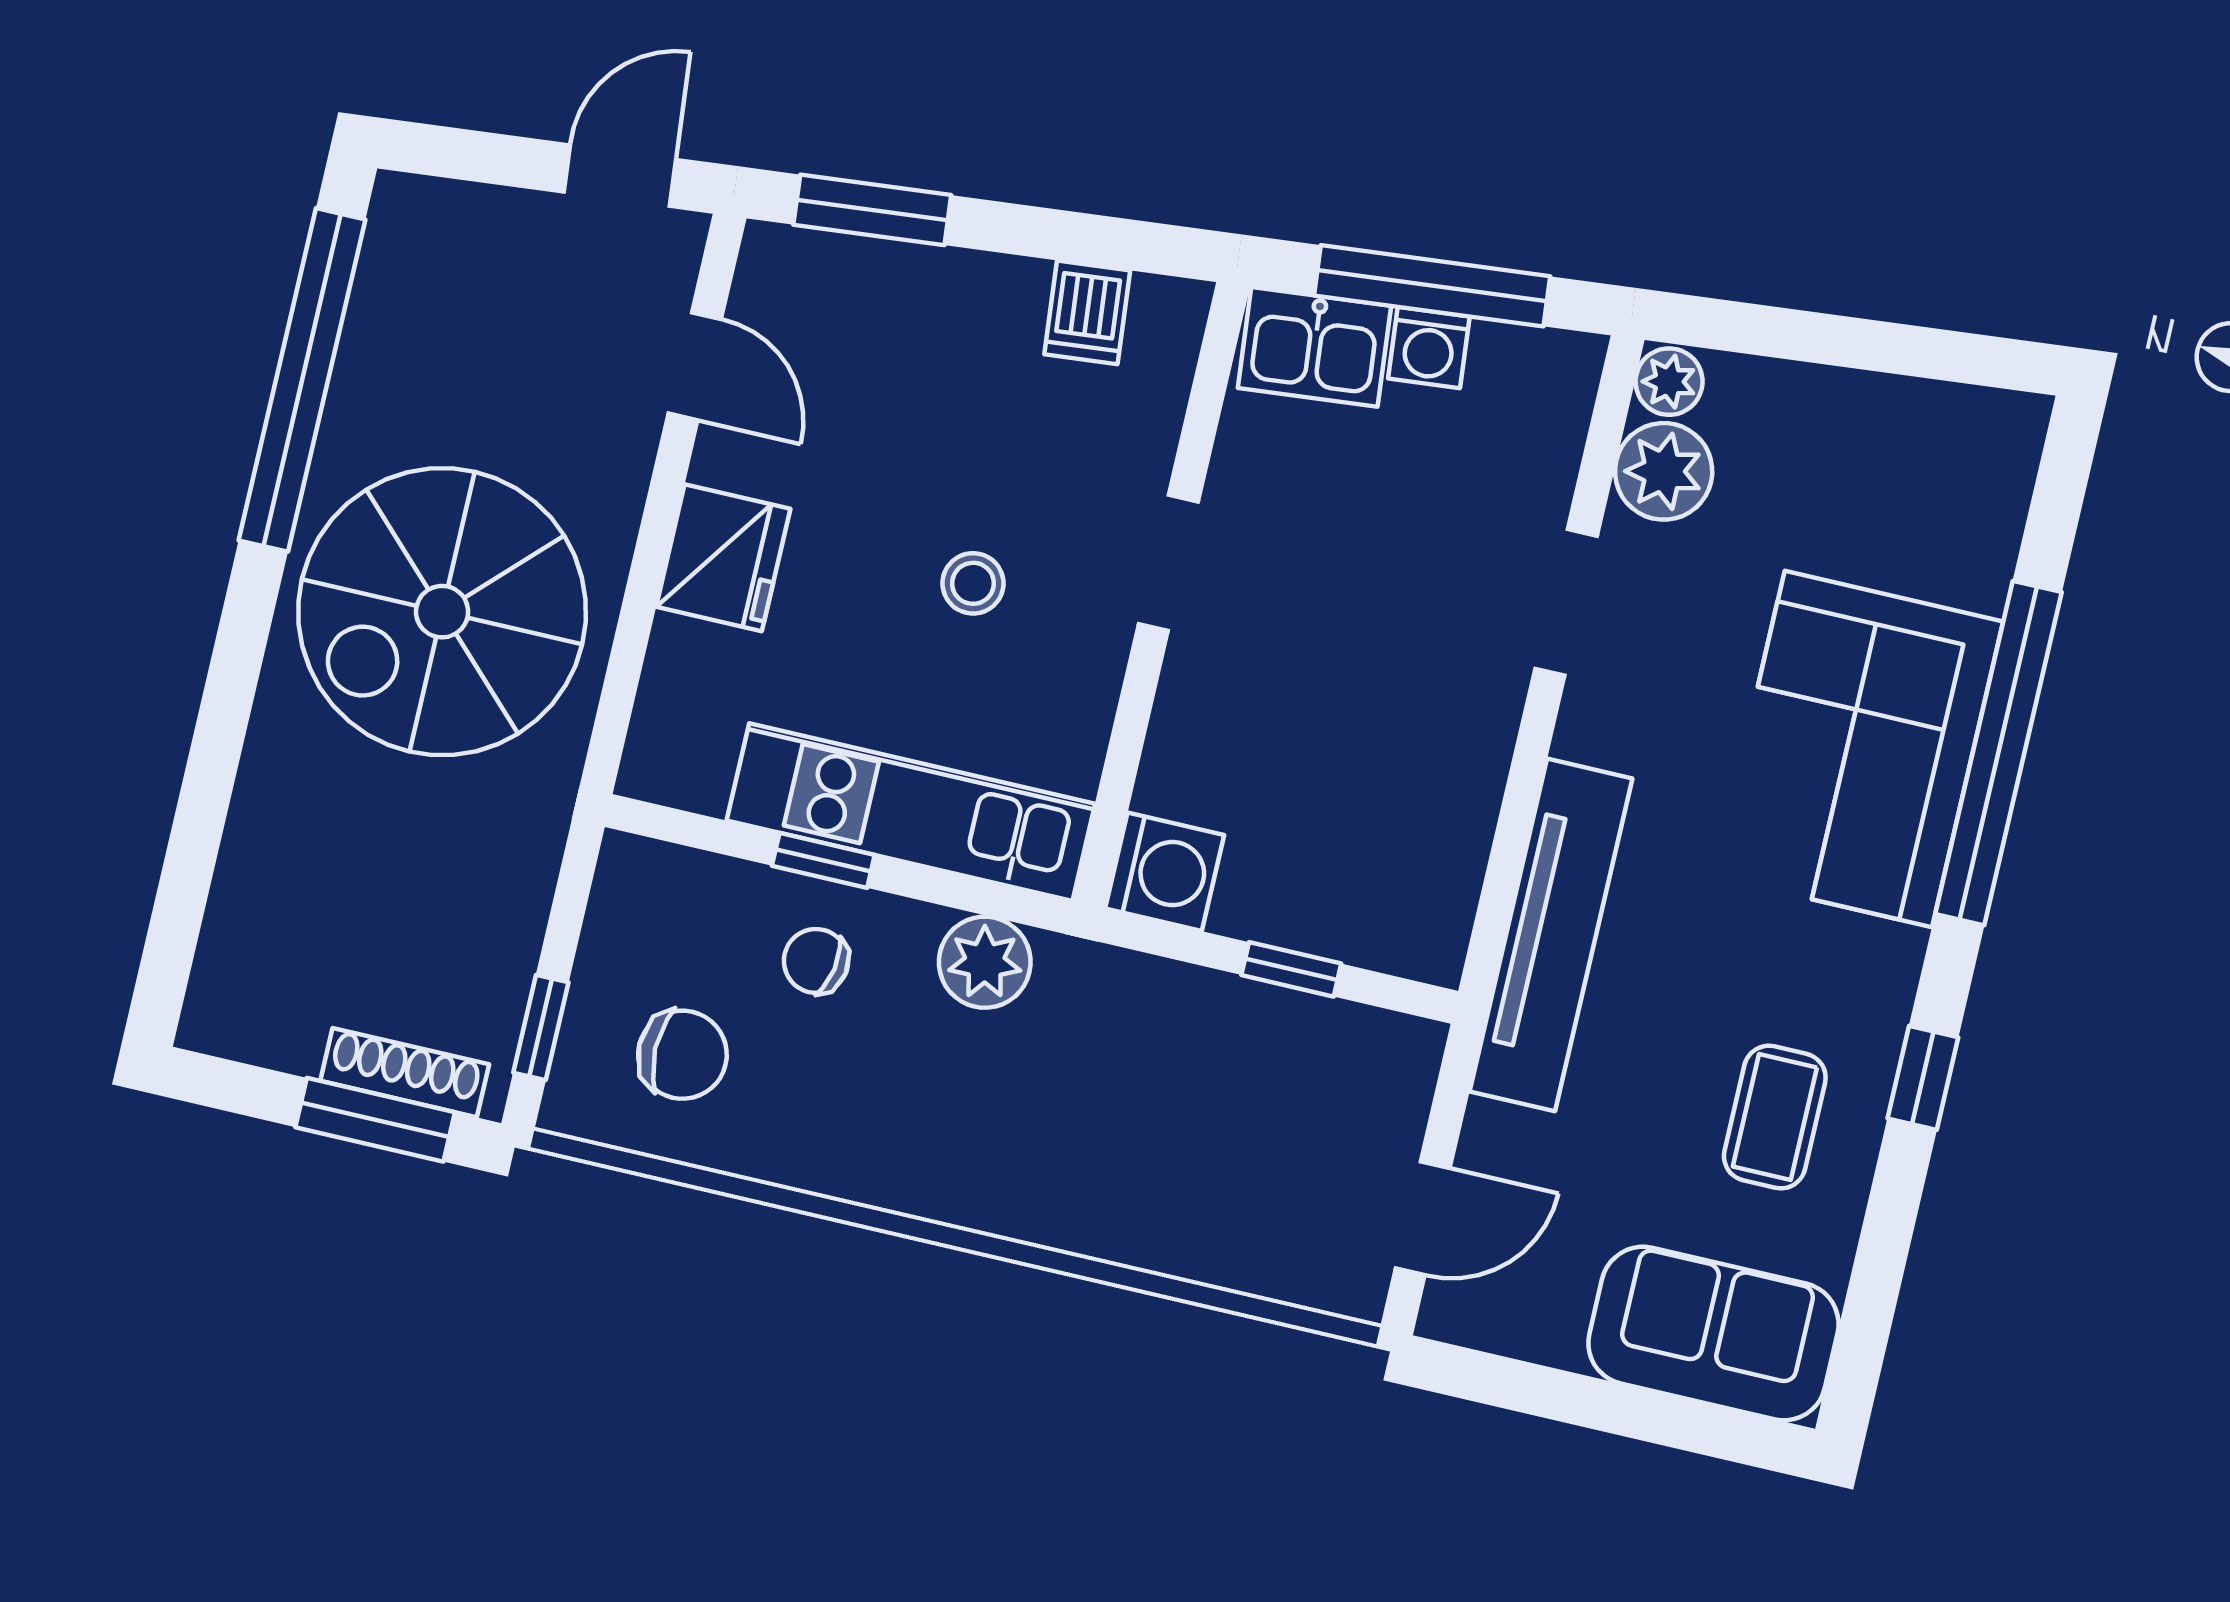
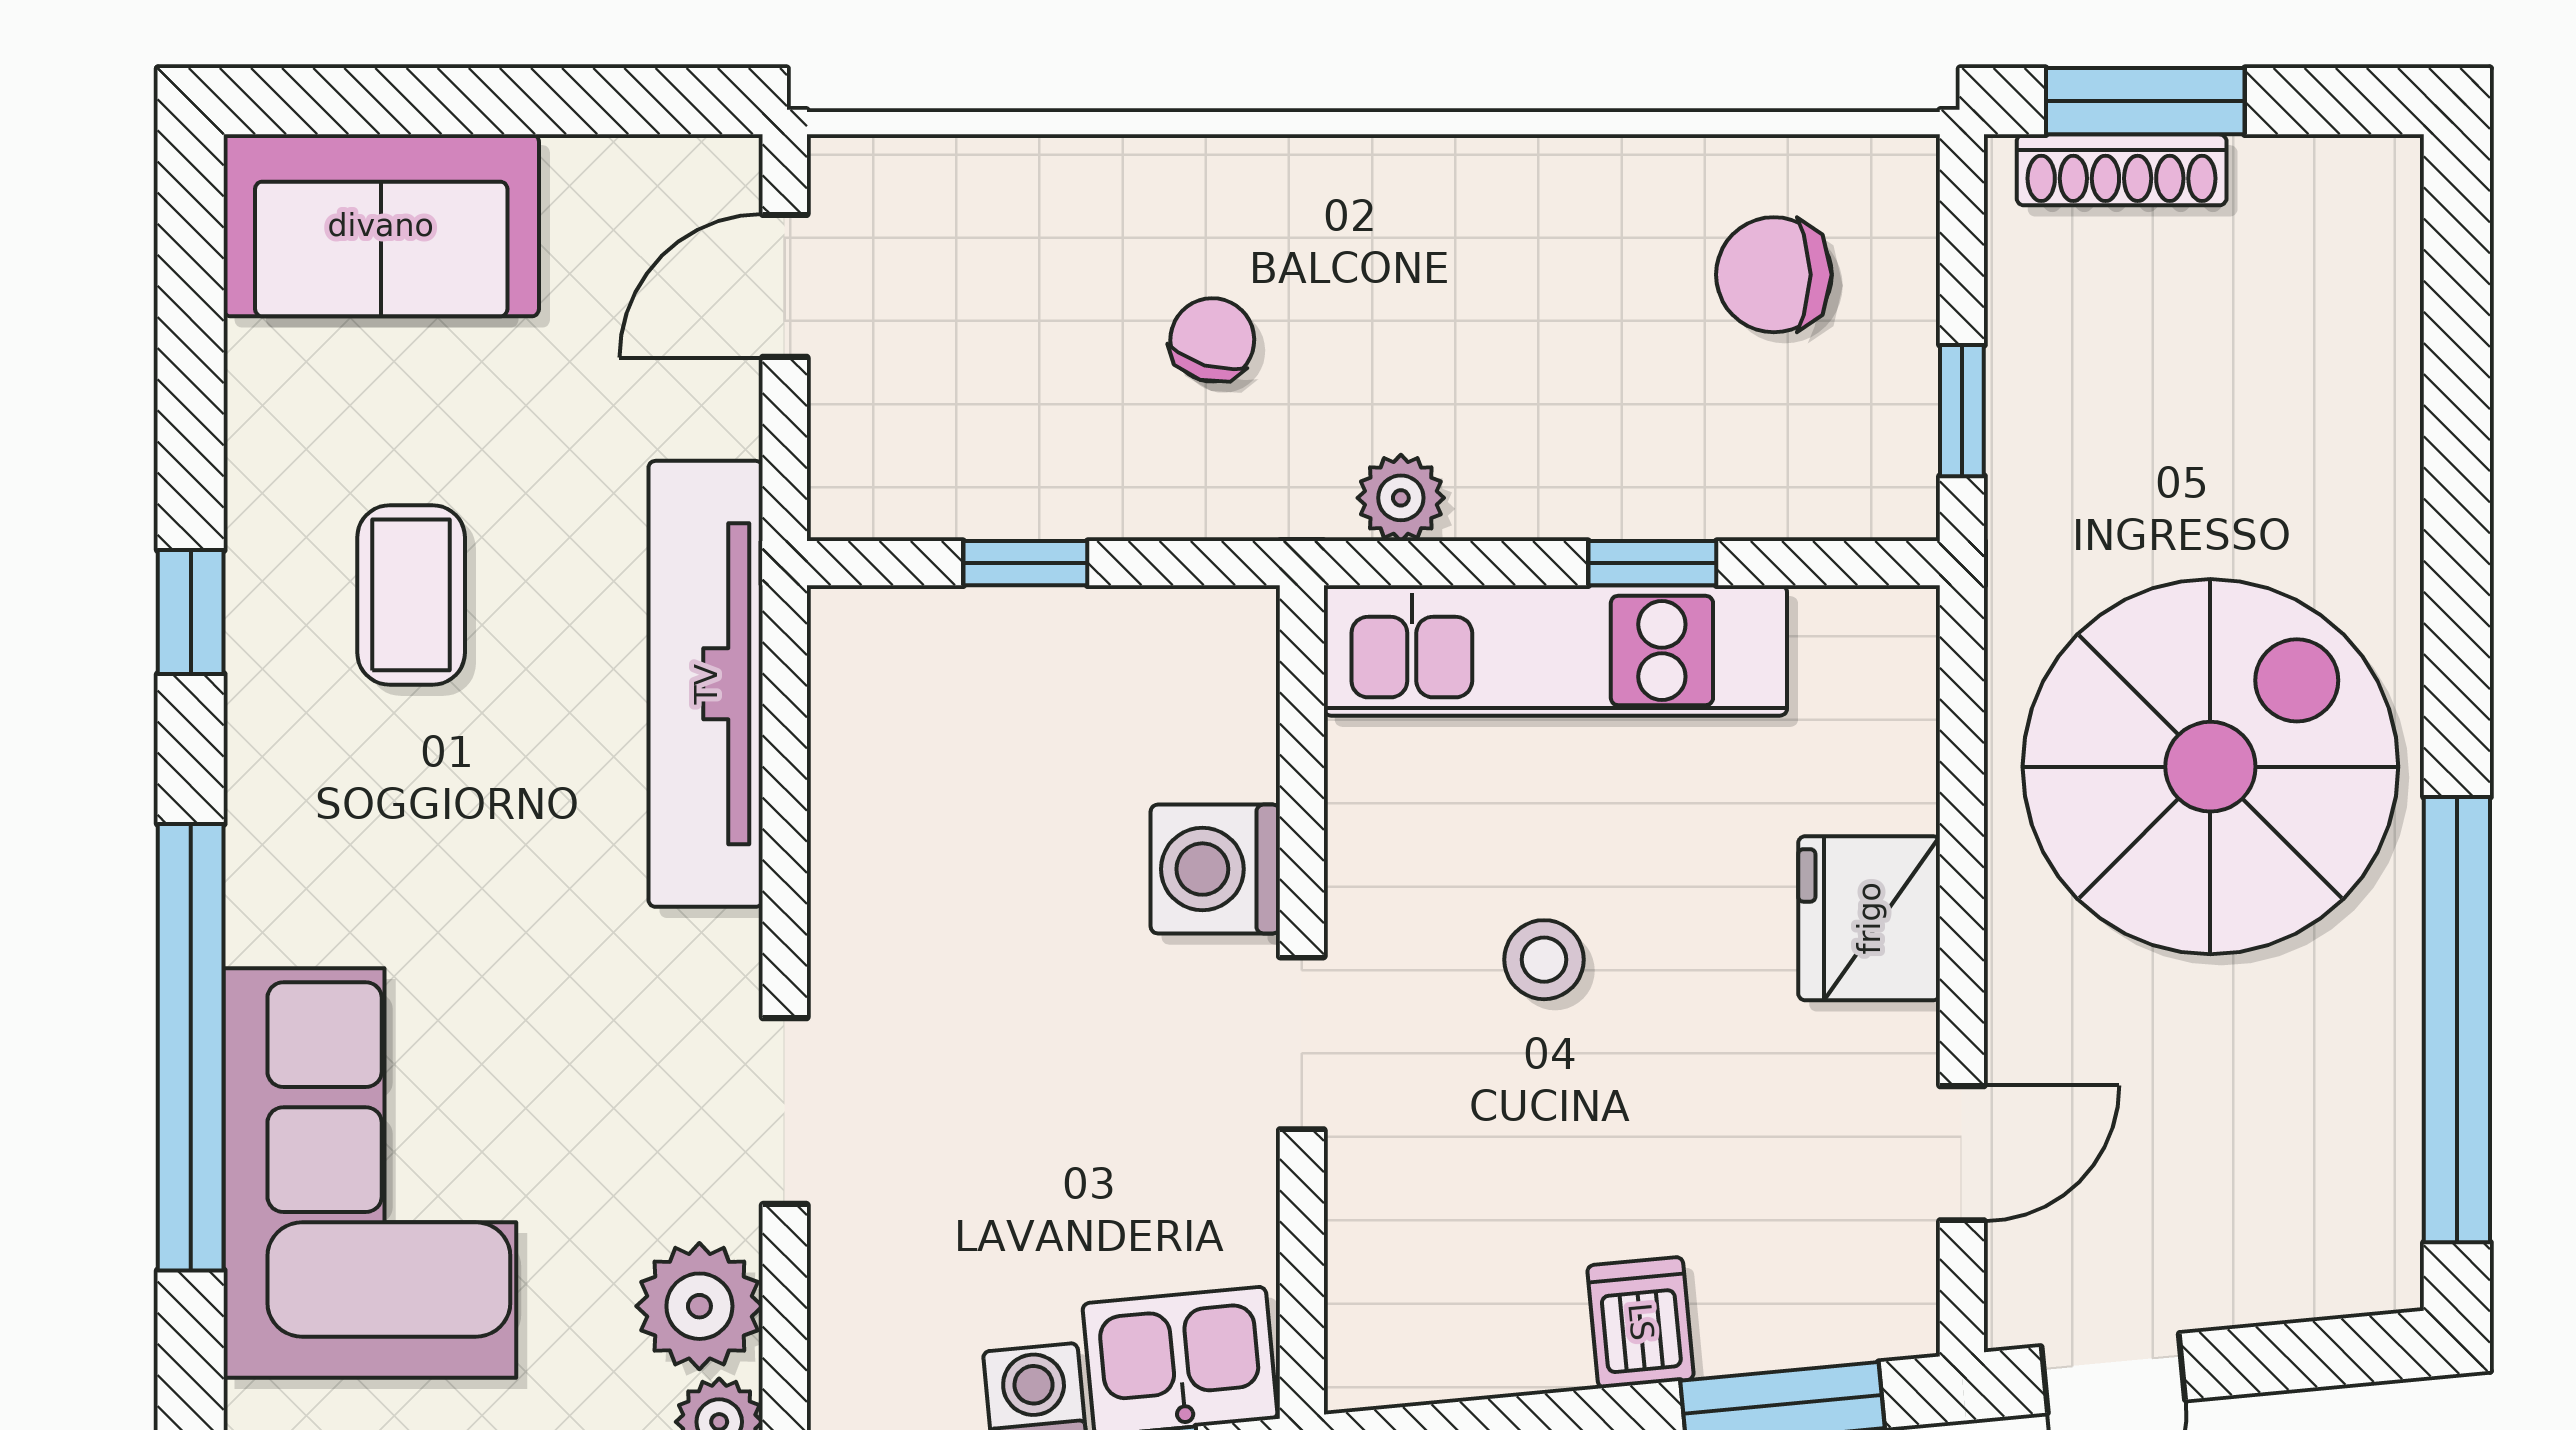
dishwasher: (1087, 312) -> (1641, 1322), moved
door: (695, 366) -> (1962, 1153), swing flipped
corner sofa: (1858, 749) -> (370, 1173), moved
washing machine: (1165, 872) -> (1215, 869), moved
chair: (816, 961) -> (1212, 340), moved, turned -83
plant: (985, 962) -> (1401, 498), width x0.73, depth x0.73
window: (541, 1027) -> (1962, 411), moved
coffee table: (1775, 1117) -> (411, 595), moved

